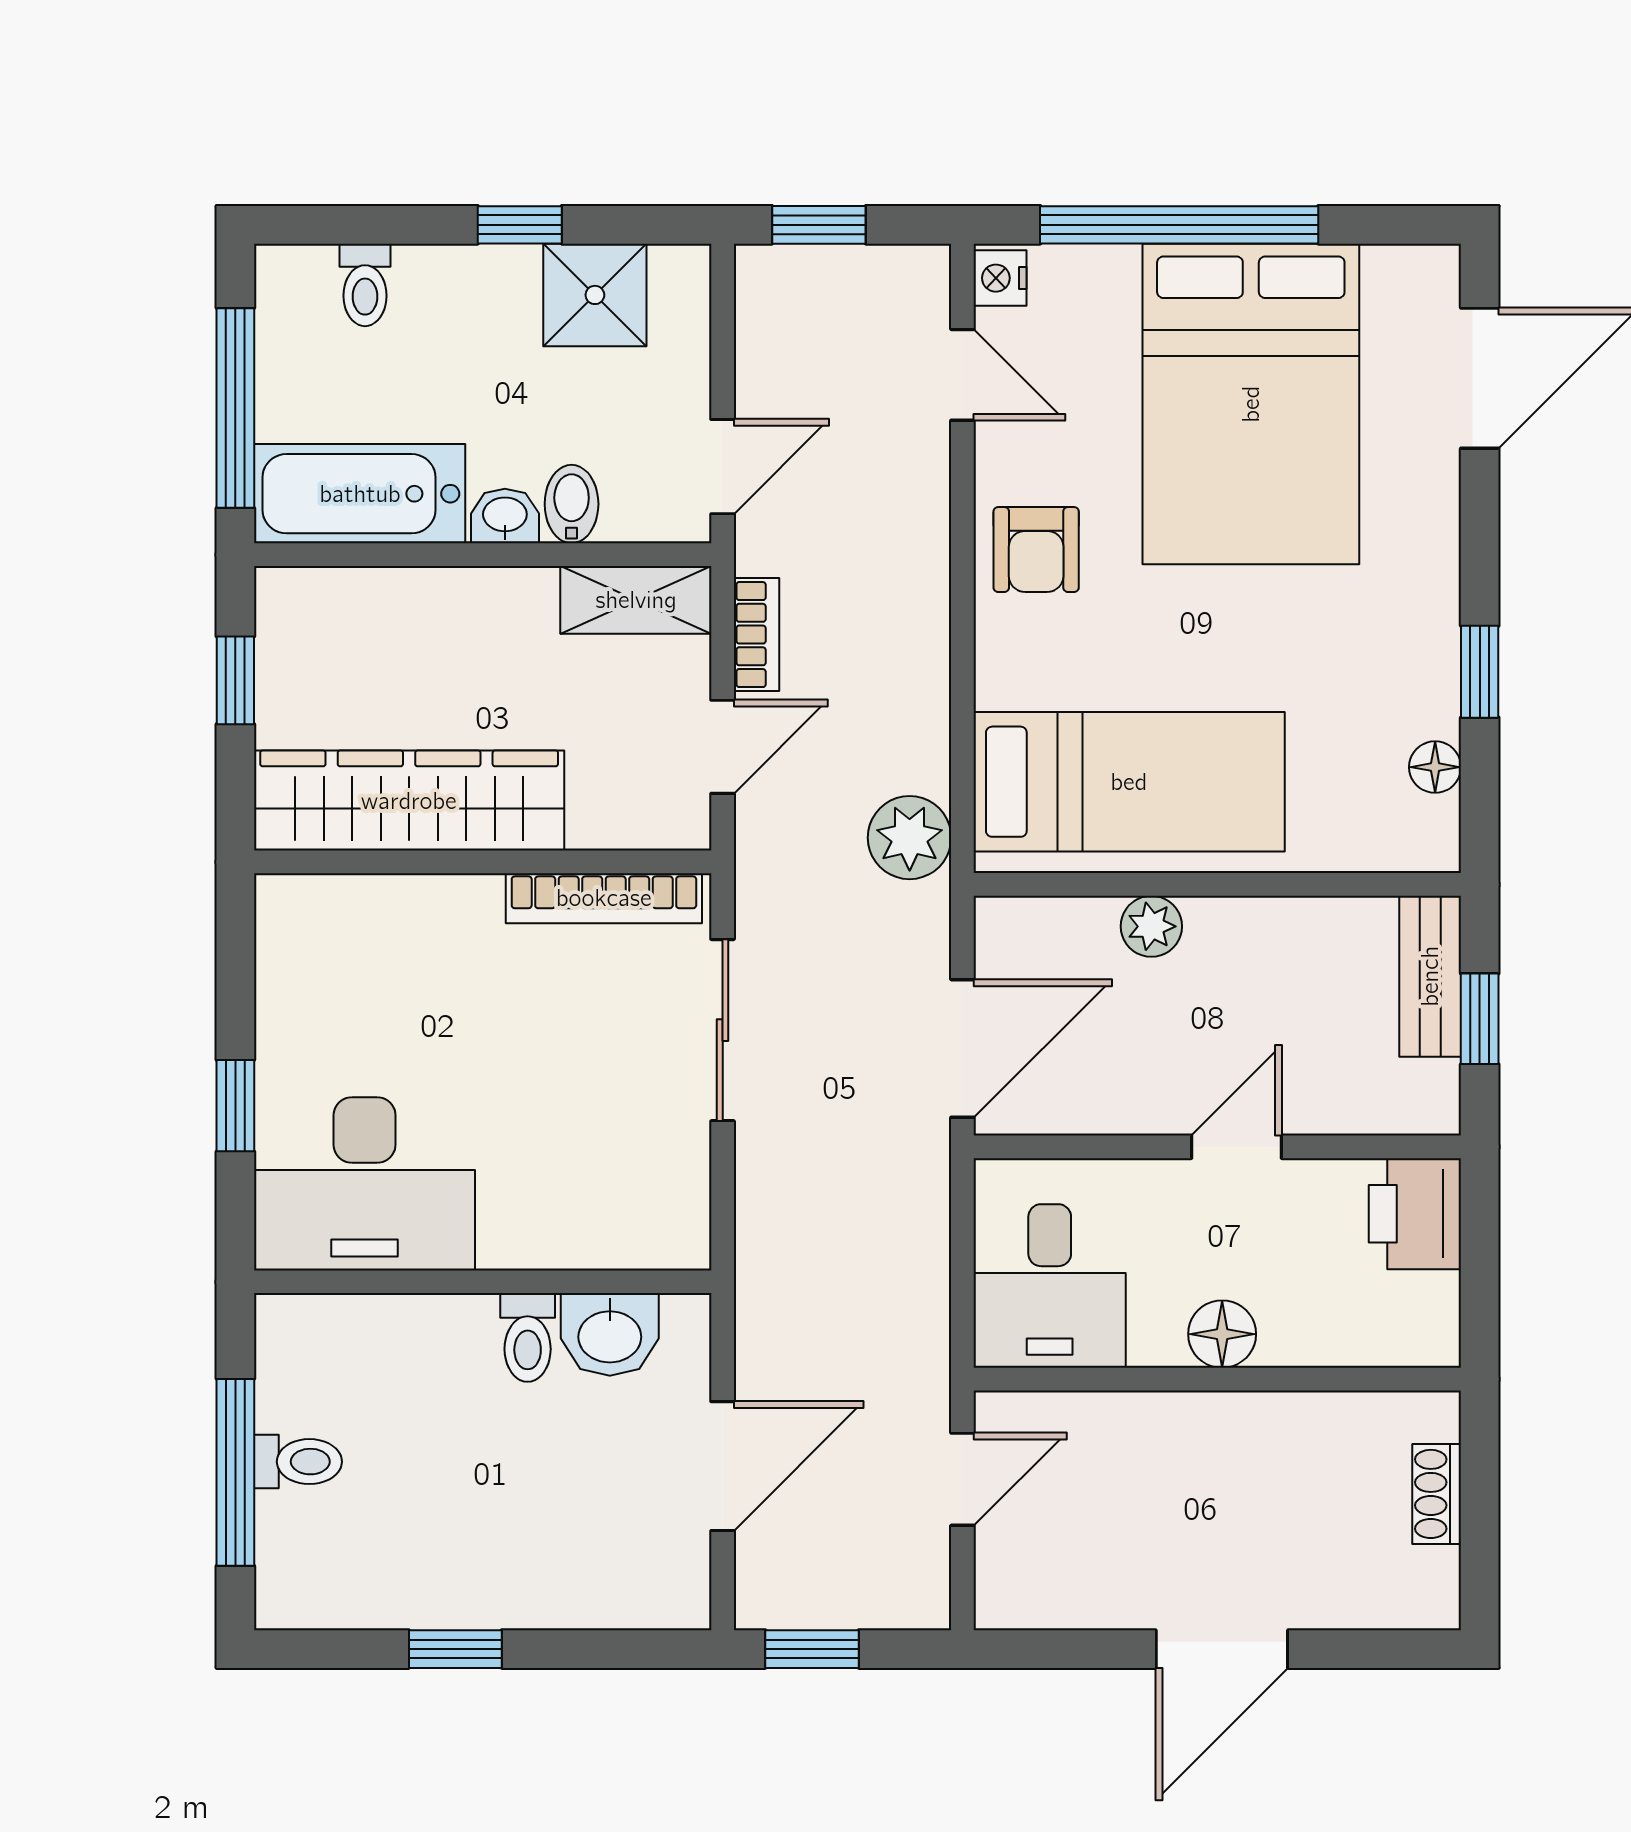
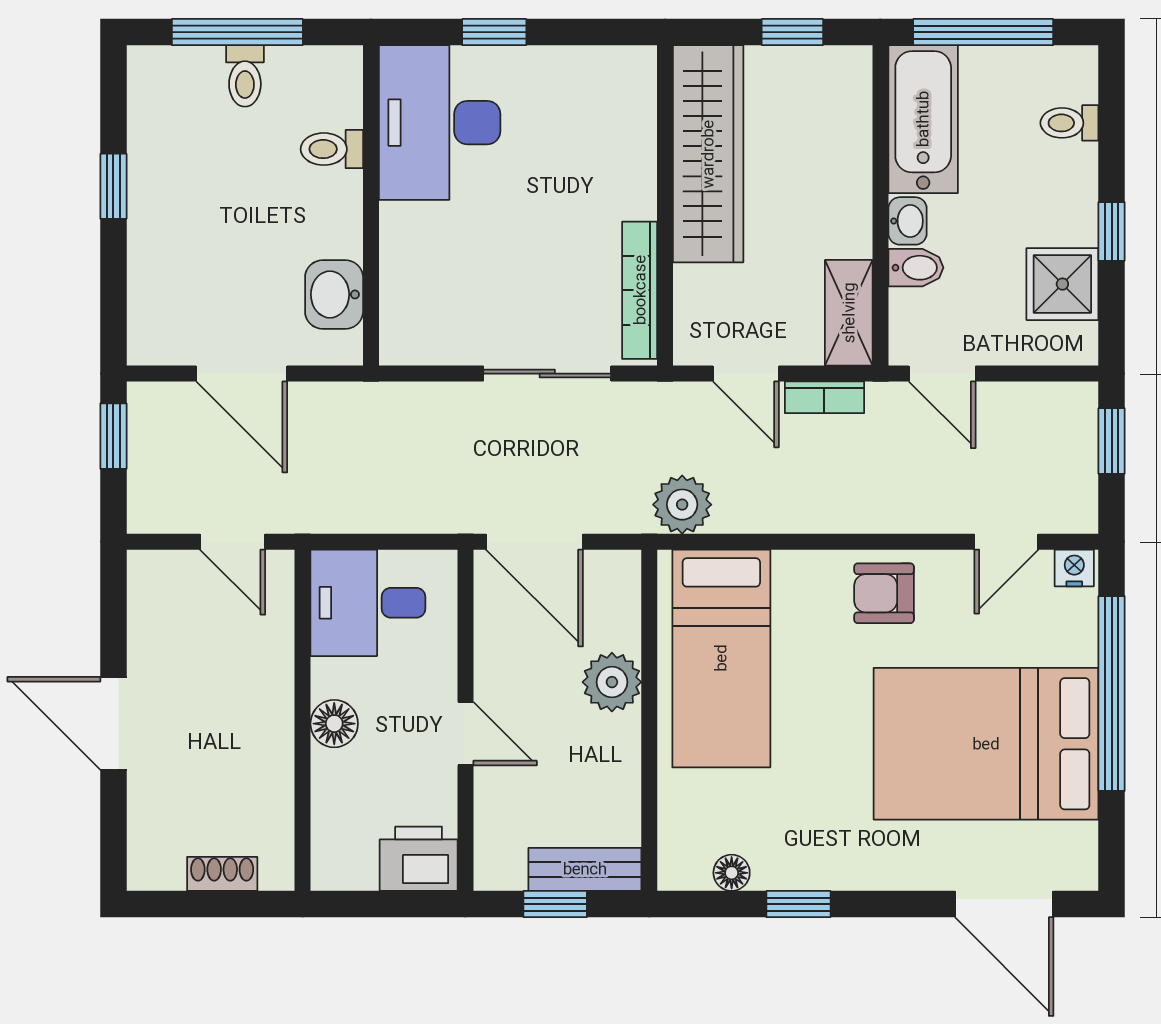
plant: (1151, 926) -> (612, 682), width x1.38, depth x1.38
toilet: (528, 1337) -> (332, 149), moved

